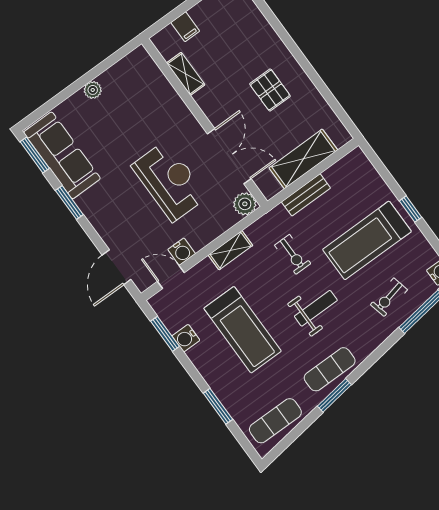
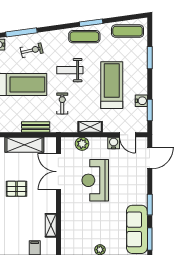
pallet: (270, 90) -> (16, 189), turned 90
plant: (245, 204) -> (82, 144), moved

